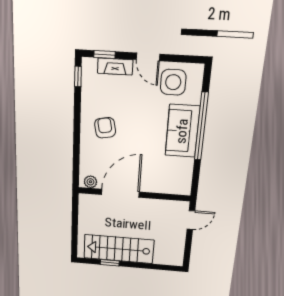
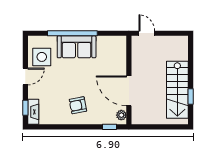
fireplace: (115, 66) -> (33, 112), moved
window: (78, 76) -> (109, 127), moved

